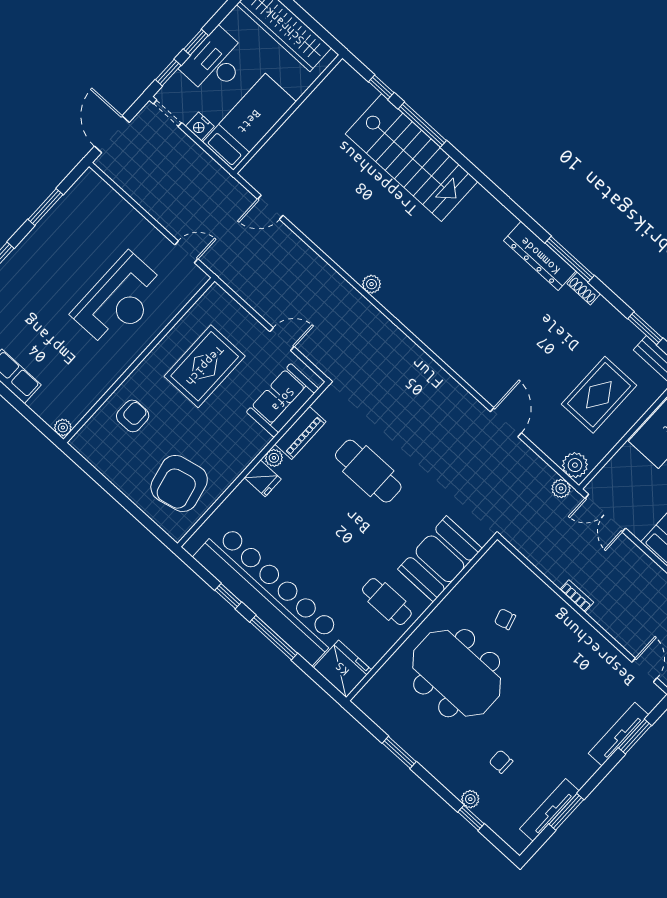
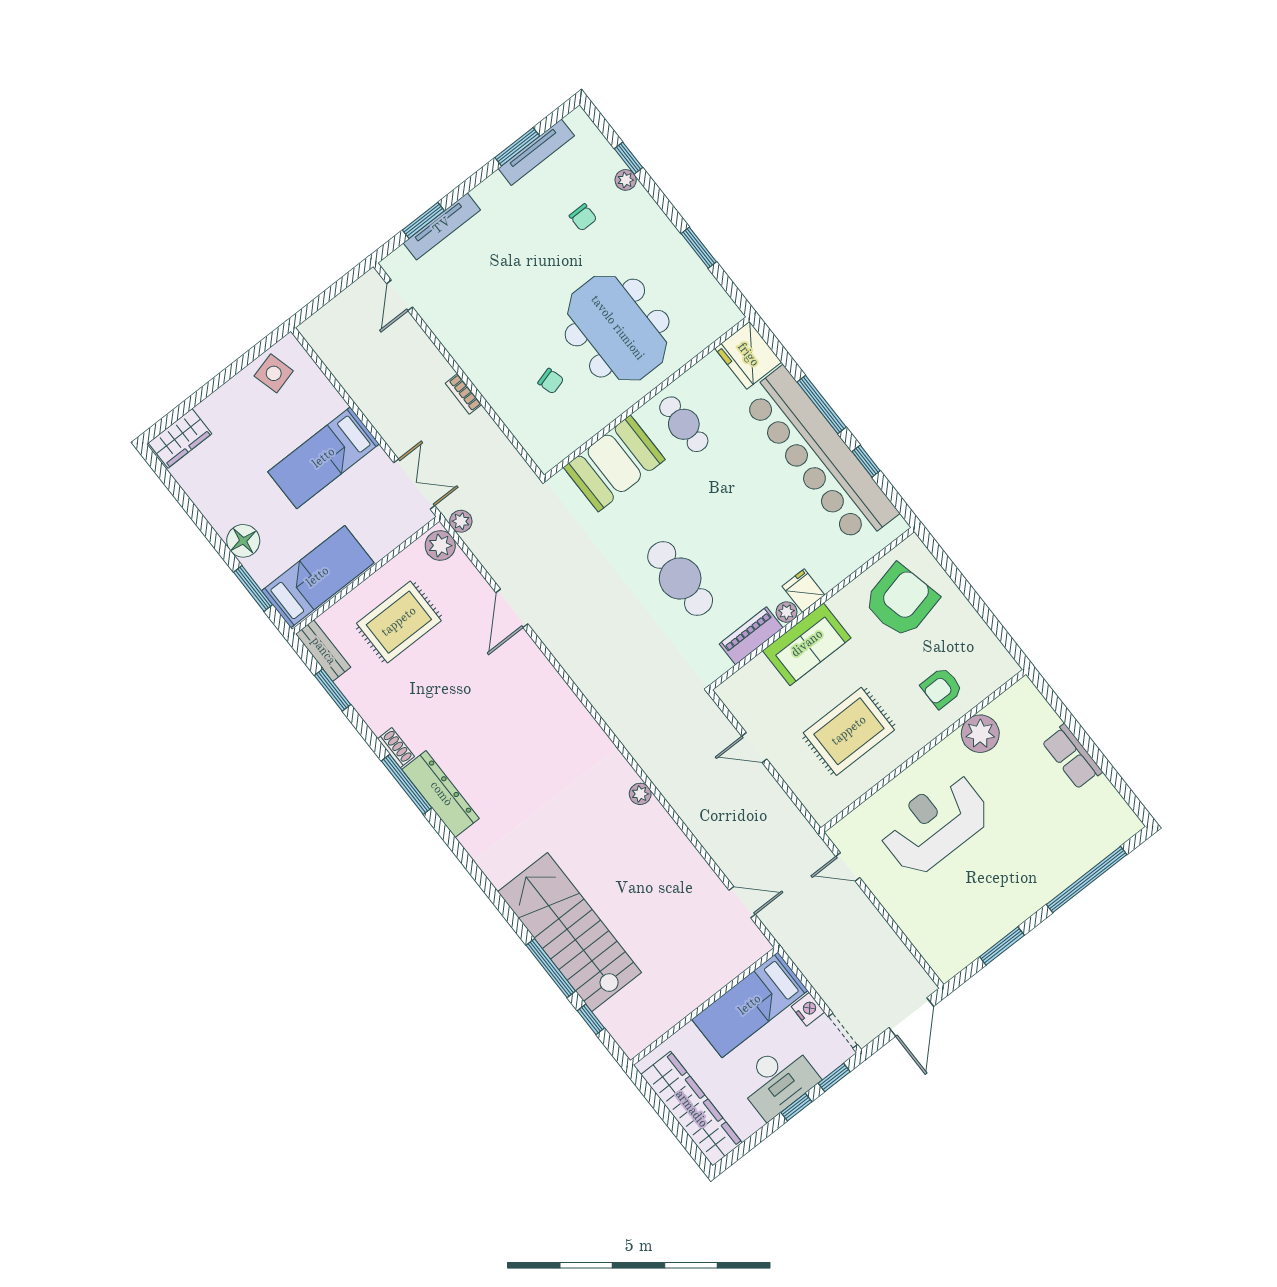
sofa: (283, 400) -> (807, 644), moved
plant: (63, 428) -> (980, 734), moved, width x1.88, depth x1.88

